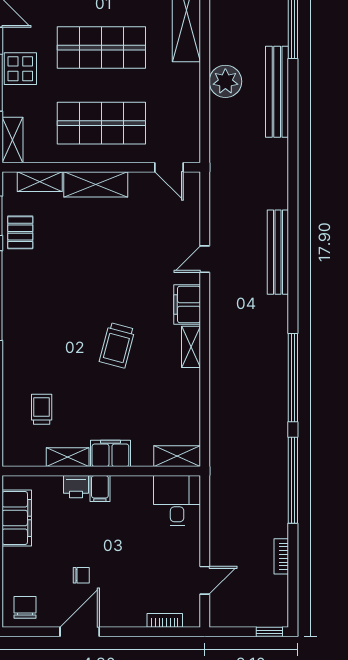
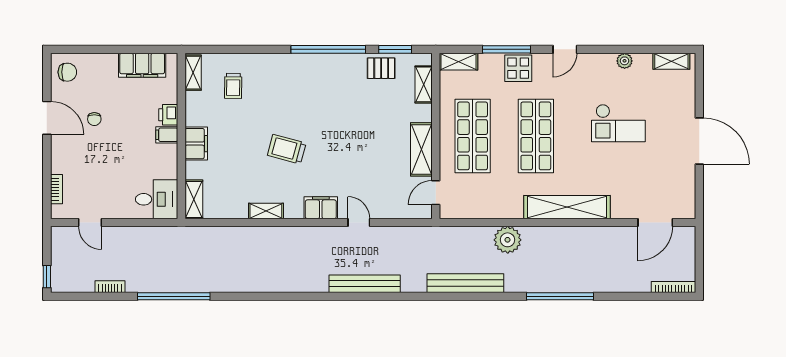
bench: (277, 92) -> (465, 283), moved
shelving: (96, 184) -> (421, 149), moved
shelving: (191, 347) -> (266, 211), moved
window: (293, 378) -> (260, 296), removed
trolley: (42, 409) -> (233, 86), turned 91
shelving: (68, 457) -> (193, 73), moved

